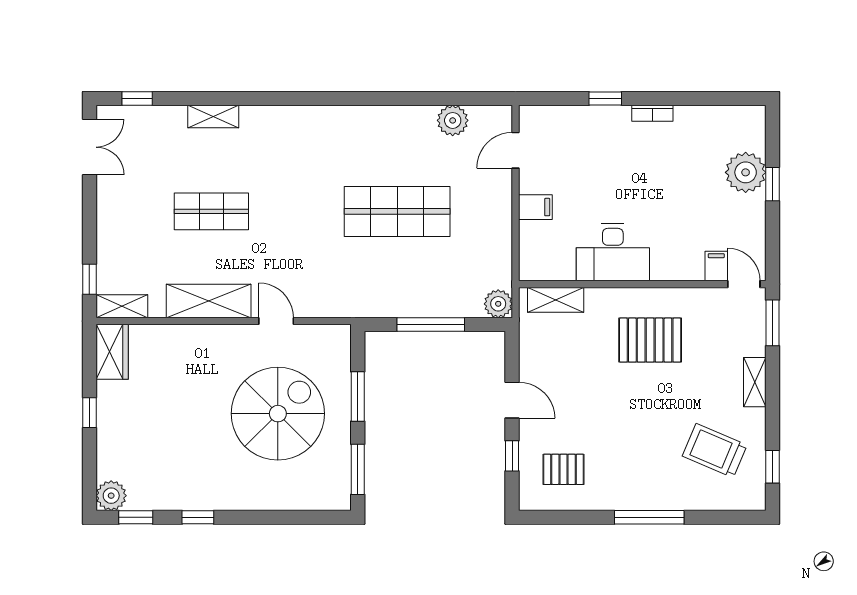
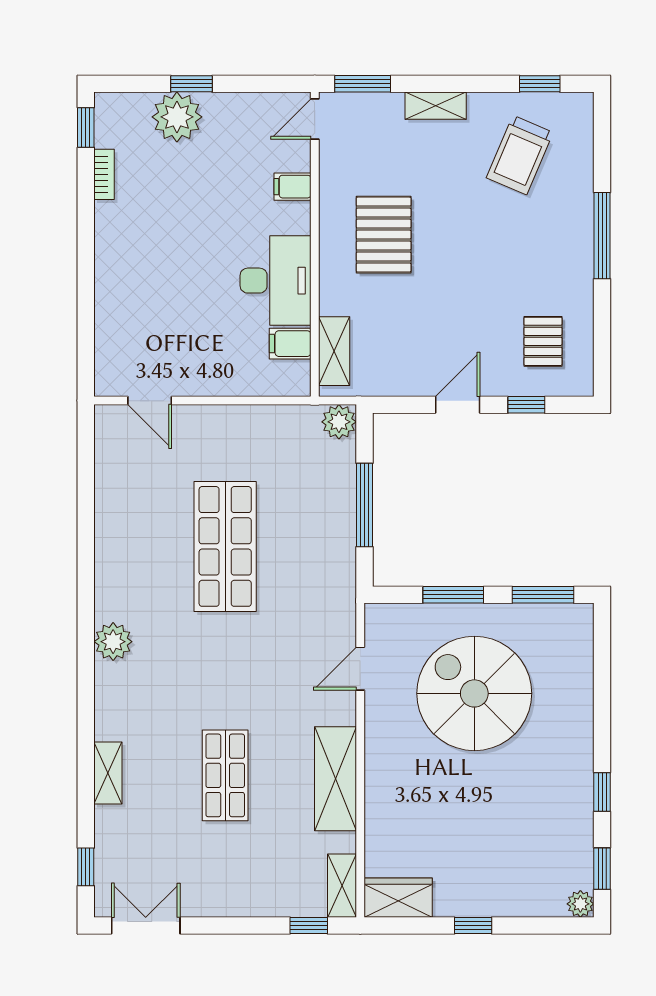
window: (605, 98) -> (86, 128), moved
bookcase: (652, 113) -> (104, 174), moved
plant: (453, 120) -> (113, 642), moved
filing cabinet: (535, 207) -> (290, 344), moved, turned -90
filing cabinet: (716, 266) -> (292, 187), moved
door: (276, 321) -> (360, 669), moved
plant: (111, 496) -> (580, 904), width x0.73, depth x0.73

